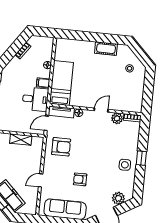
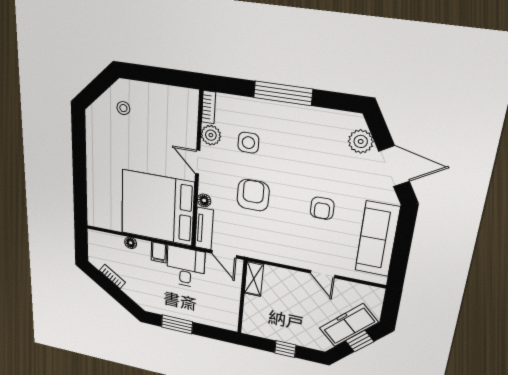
cot: (106, 49) -> (95, 147), removed
bed: (62, 83) -> (157, 208), width x2.04
shelving: (21, 140) -> (254, 279), moved
armchair: (61, 147) -> (253, 195), moved
window: (141, 158) -> (283, 93), width x2.17
side table: (125, 165) -> (248, 143), moved

